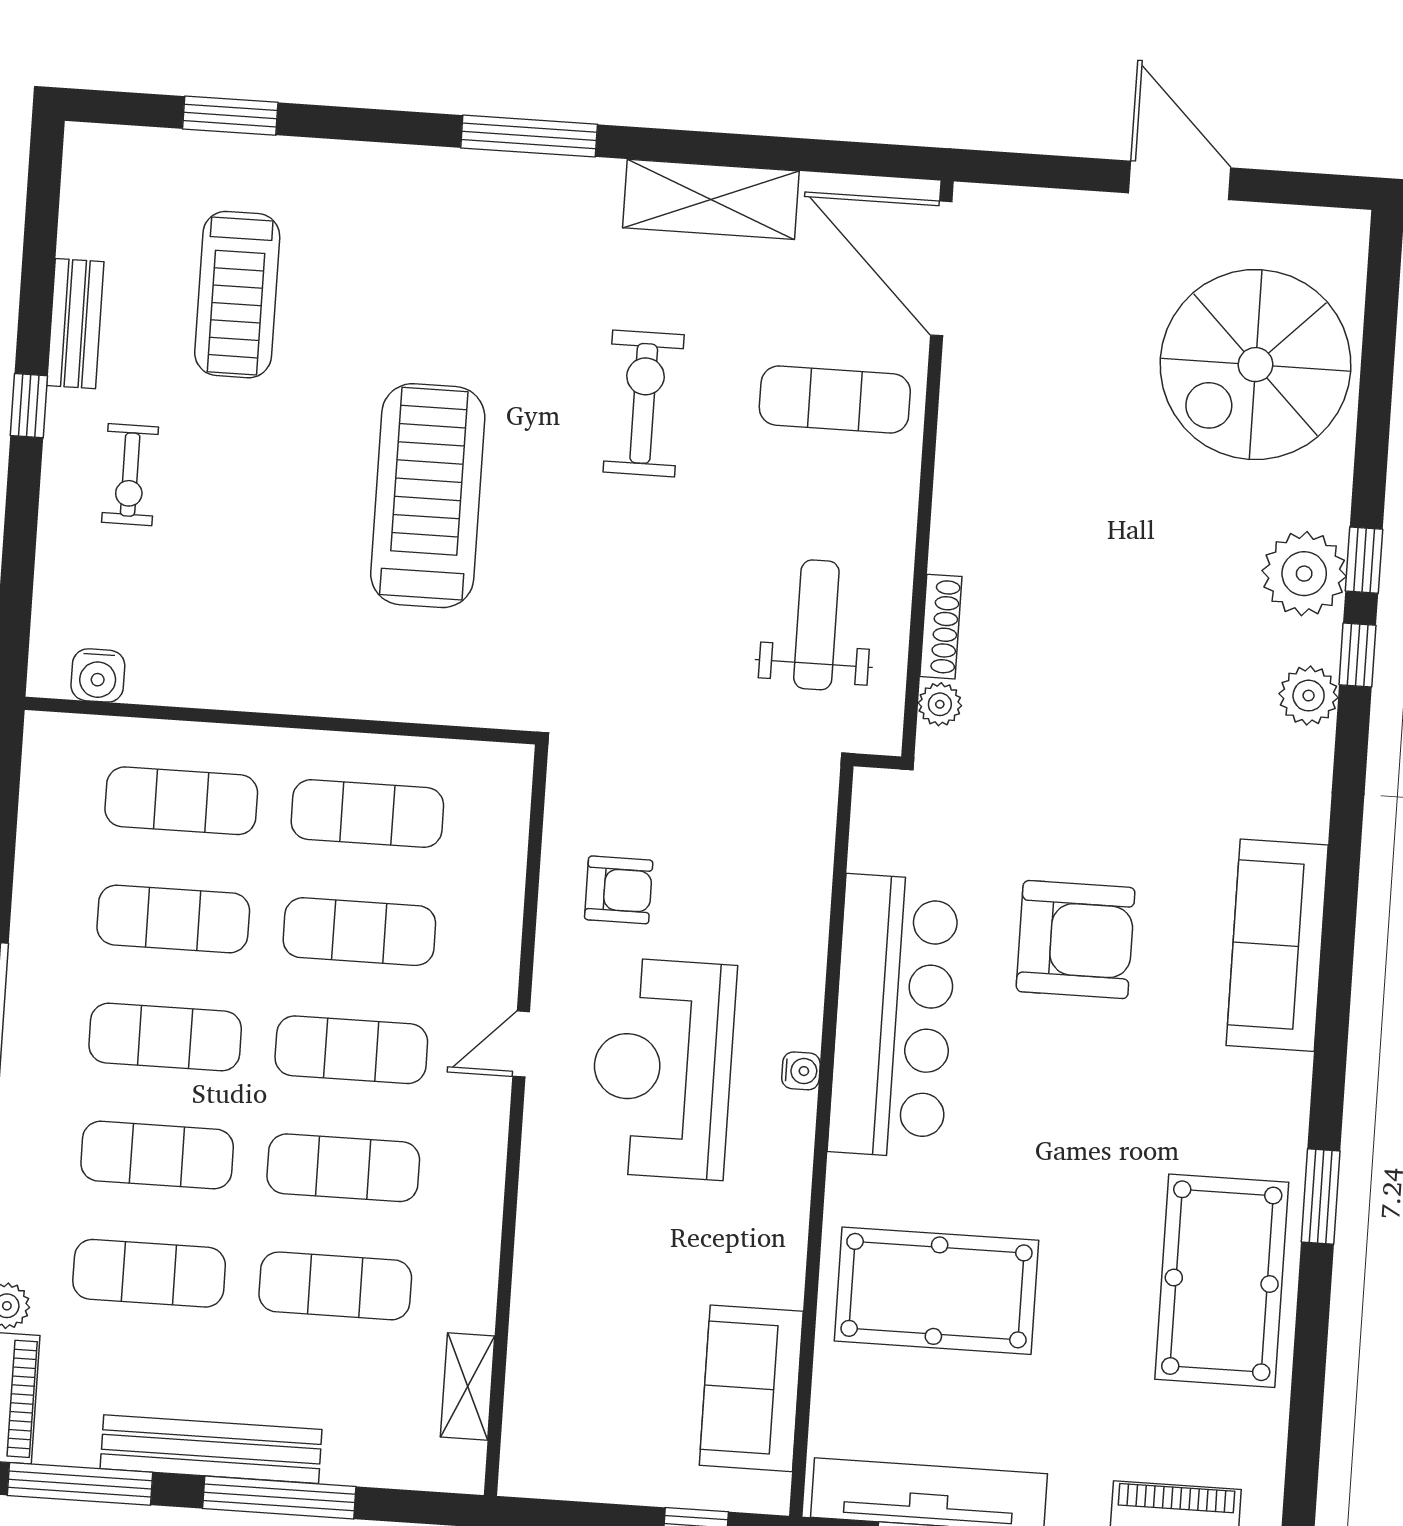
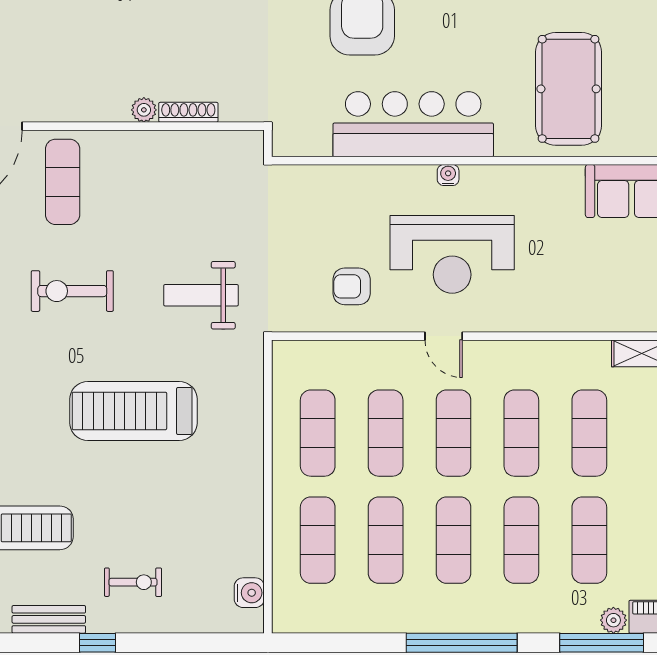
weight bench: (816, 625) -> (201, 295), moved
plant: (940, 704) -> (144, 110), moved
armchair: (619, 890) -> (352, 286), turned -90

